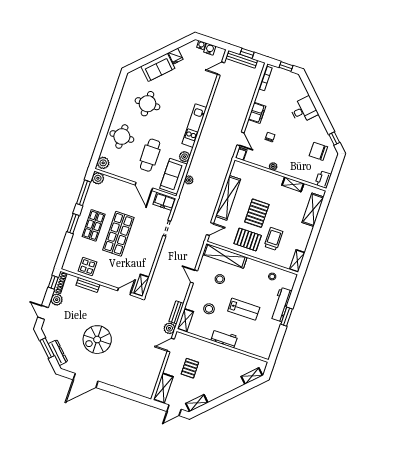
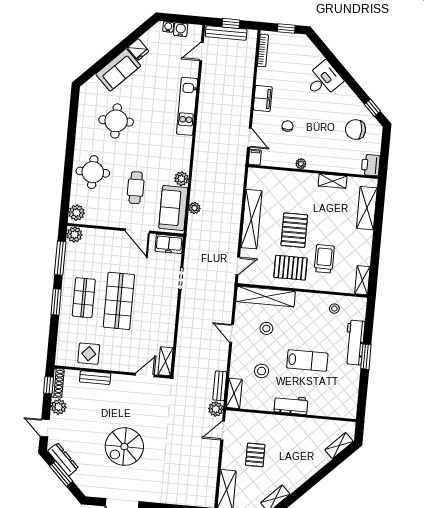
kitchen unit: (194, 126) -> (187, 106), moved
cafe table: (150, 155) -> (136, 188), width x0.73, depth x0.74
dresser: (58, 353) -> (63, 459), moved

